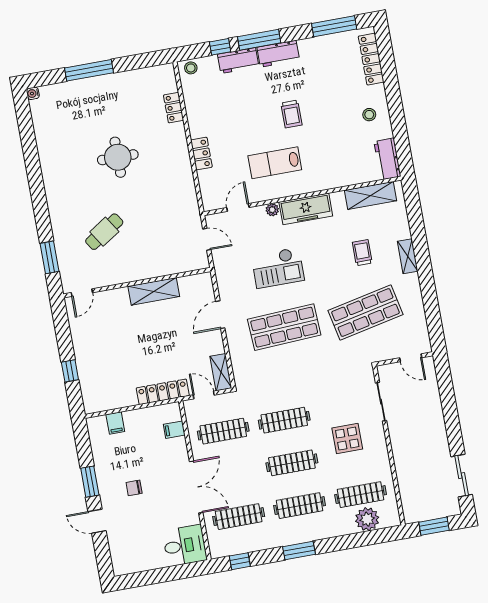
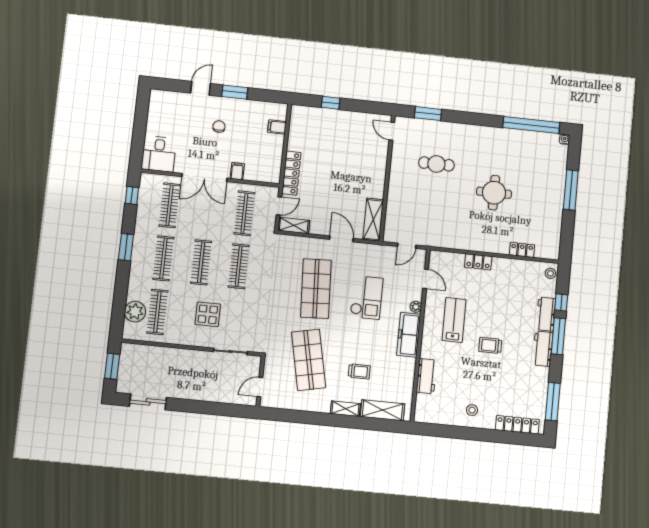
window: (28, 136) -> (531, 125), added
workbench: (387, 159) -> (427, 376), moved, turned 90
shelving: (371, 196) -> (383, 410), moved, turned 90
cafe table: (104, 232) -> (436, 164), turned -57
checkout: (278, 268) -> (367, 297), turned 180
shelving: (154, 291) -> (373, 220), moved
filing cabinet: (174, 430) -> (237, 171), moved

